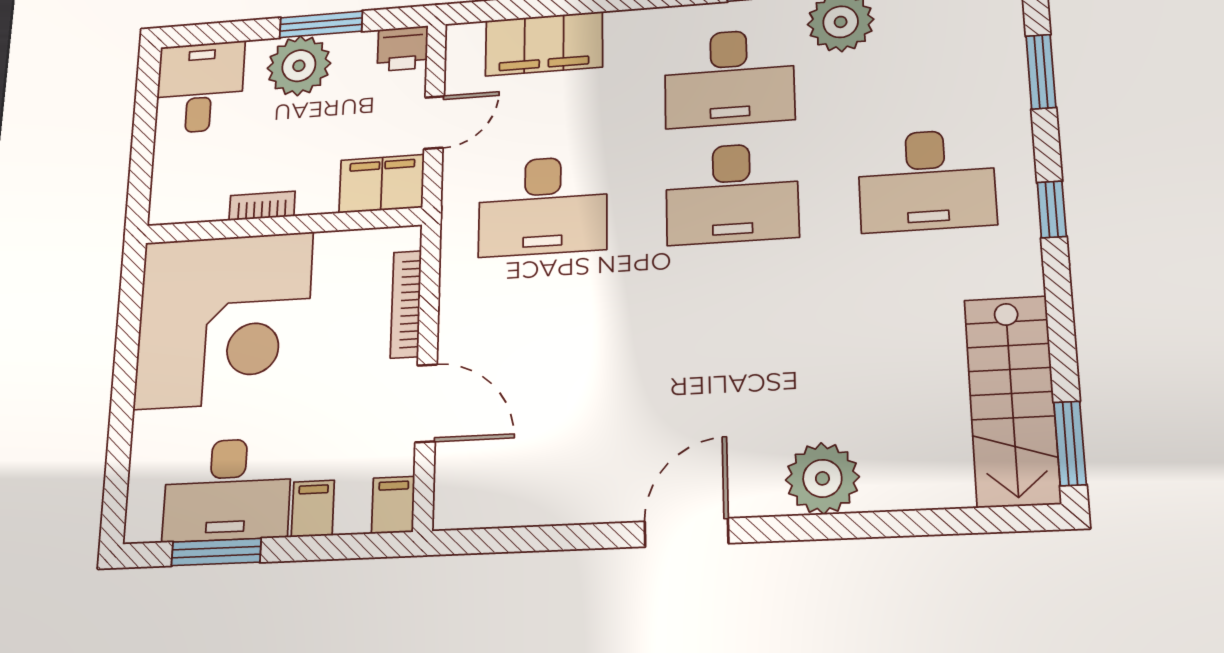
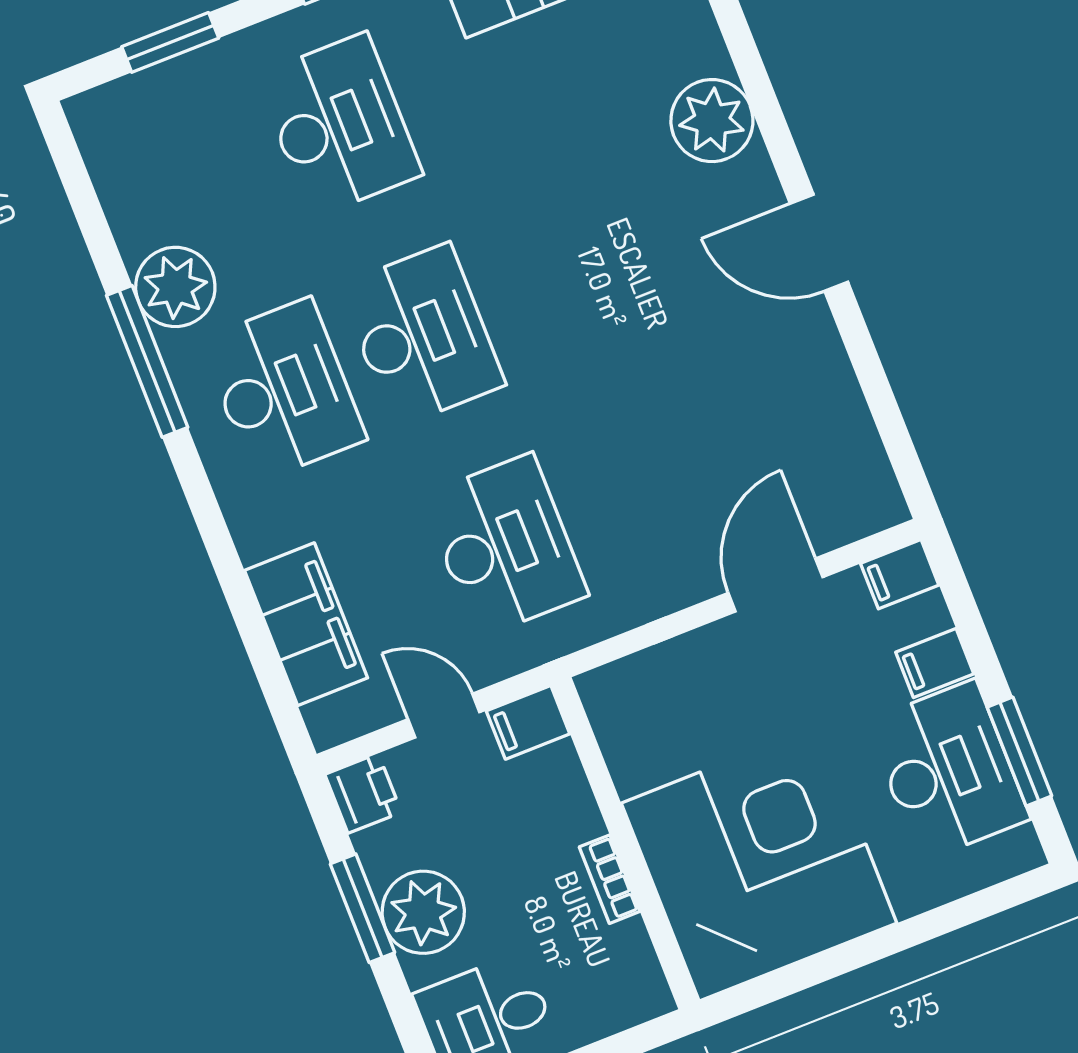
filing cabinet: (382, 184) -> (528, 722), width x0.50
bookcase: (406, 304) -> (671, 656), removed

